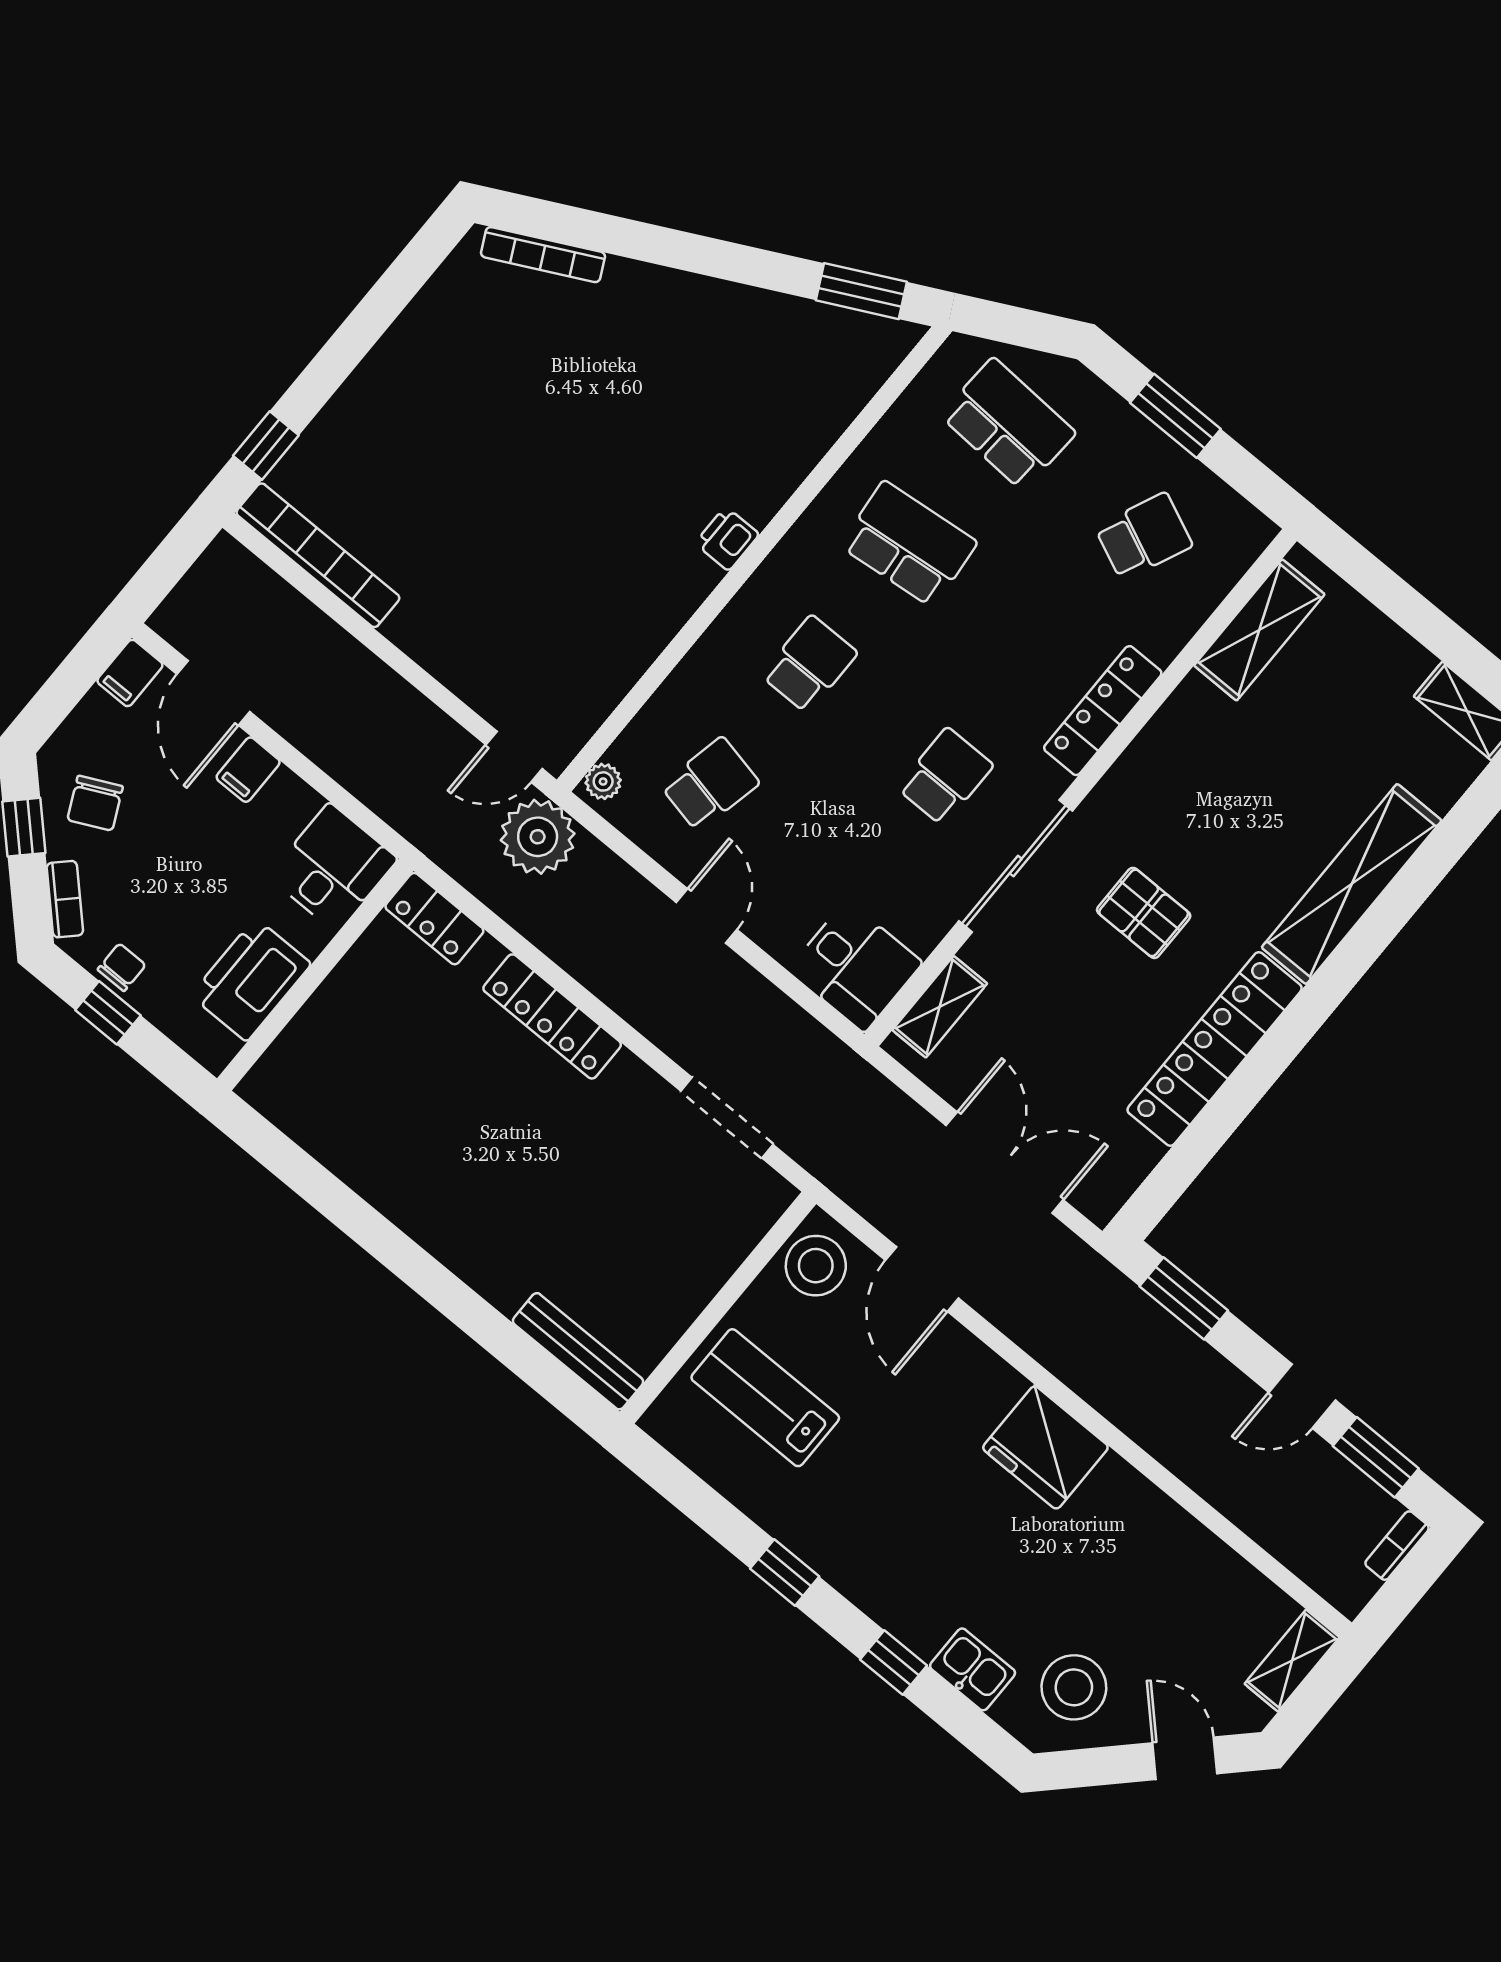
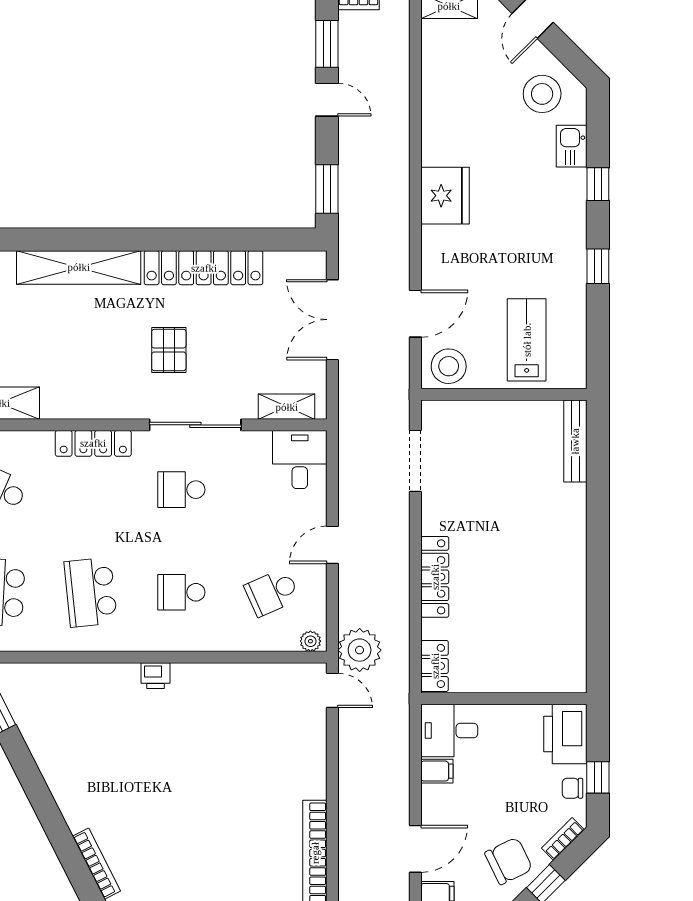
filing cabinet: (248, 770) -> (437, 771), moved
school desk: (710, 784) -> (272, 592), turned -36
chair: (95, 803) -> (509, 861), width x1.37, depth x1.37
printer: (251, 980) -> (565, 734), moved, turned 90
lab bench: (765, 1398) -> (527, 340), turned 180

